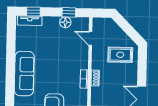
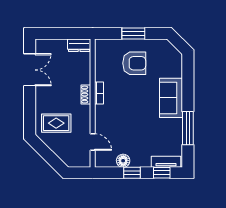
window: (69, 12) -> (132, 173), moved
window: (11, 48) -> (188, 128), added
sofa: (24, 74) -> (171, 98), width x0.73

